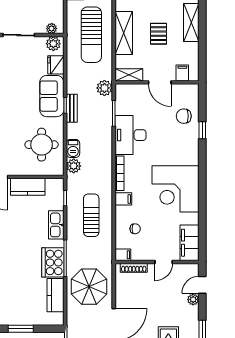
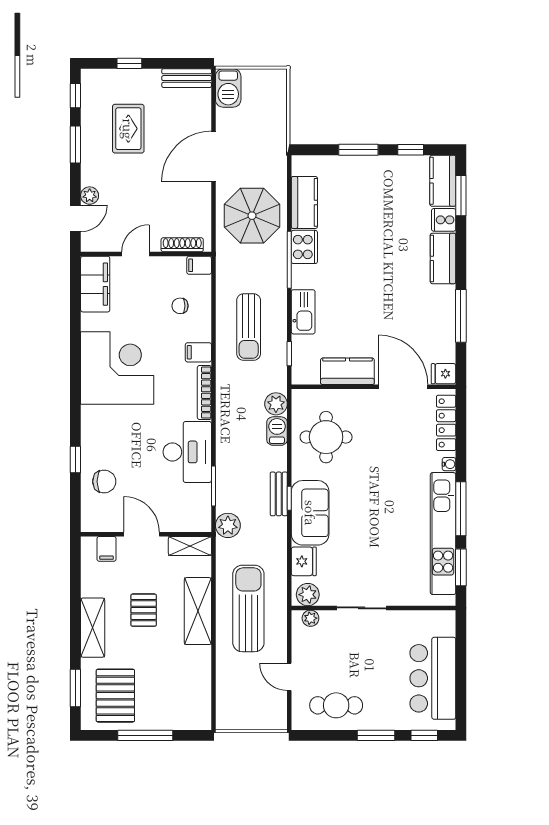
cooker: (53, 262) -> (304, 247), width x0.73, depth x0.76

